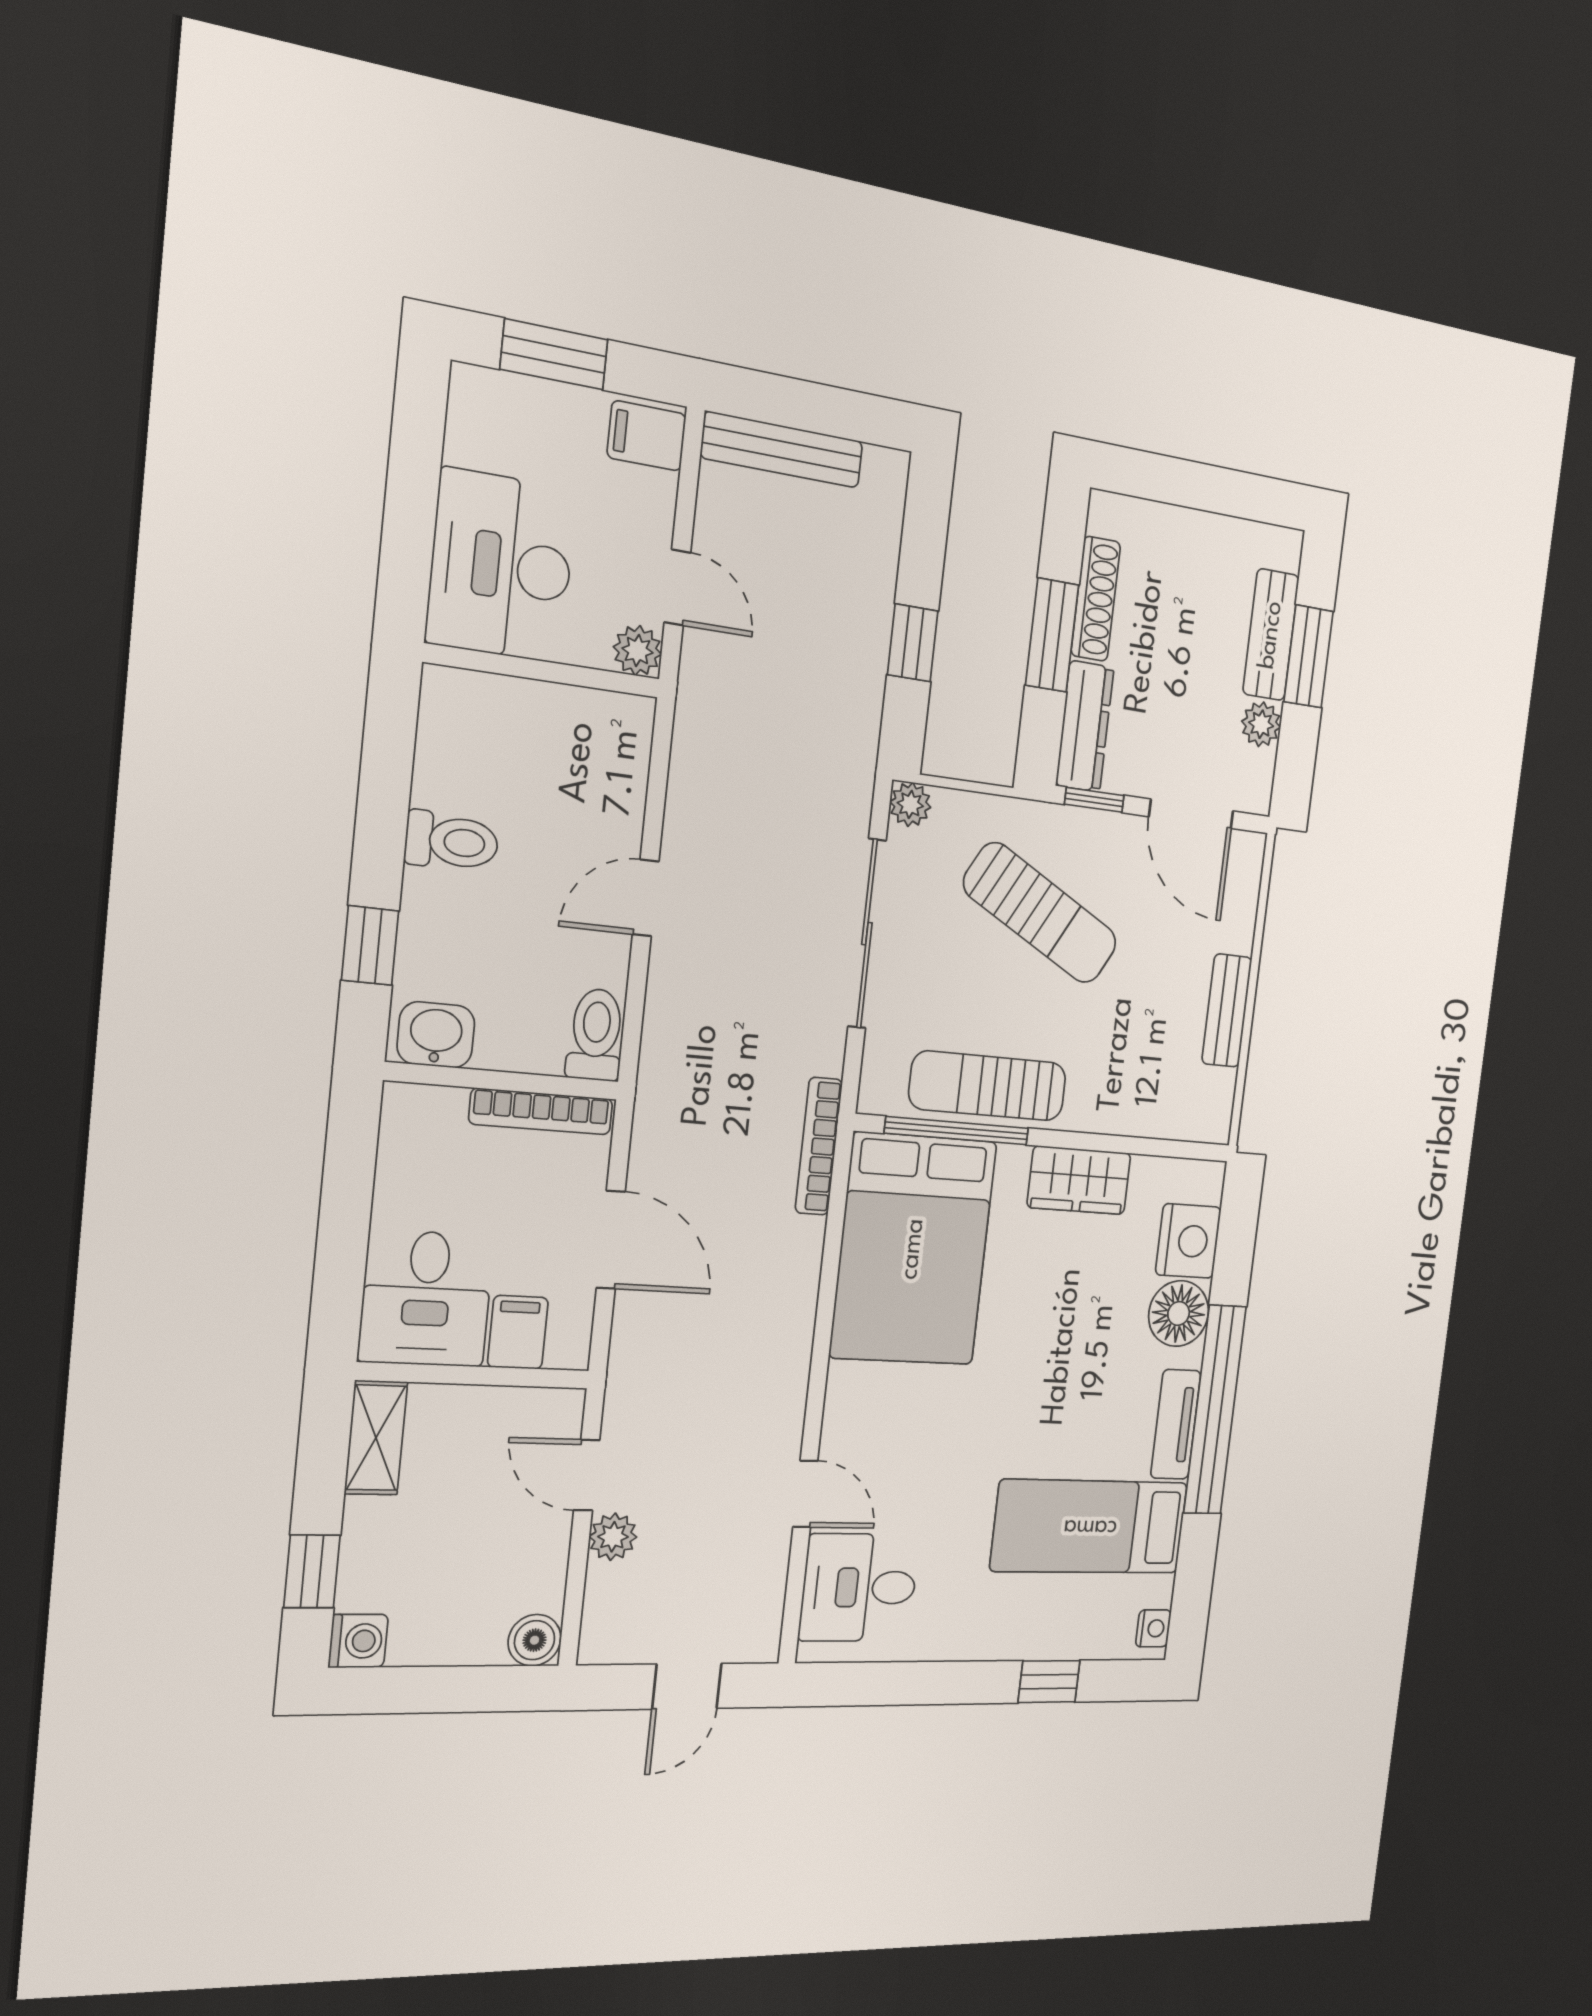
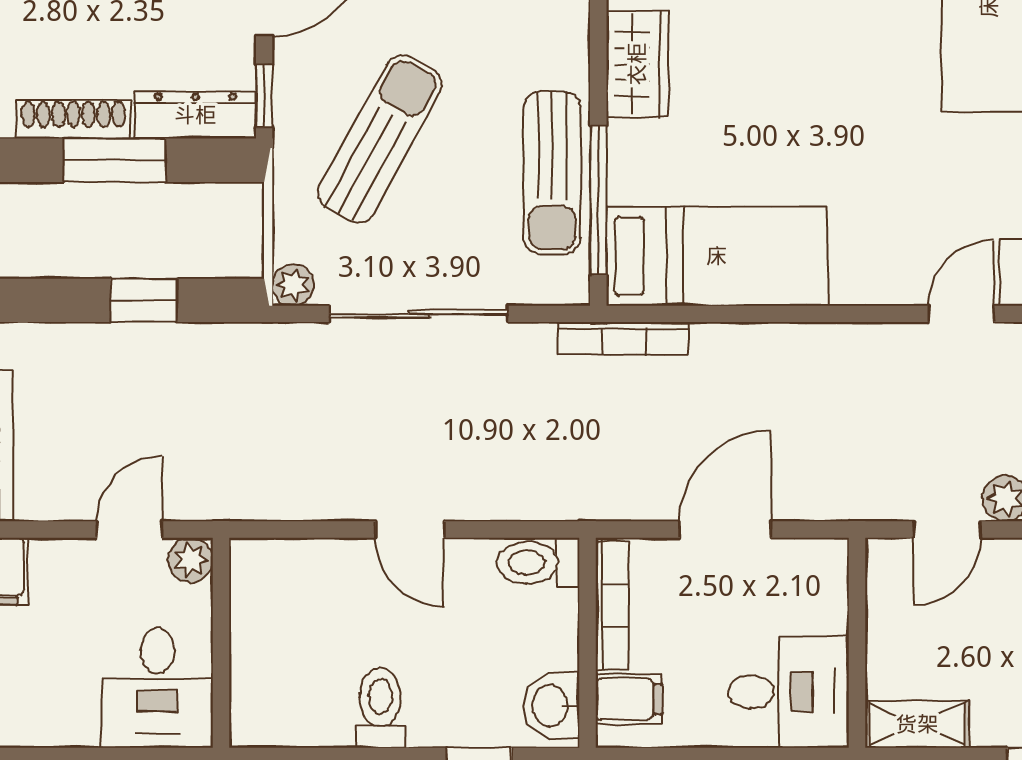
desk: (501, 566) -> (157, 688), width x0.73
bed: (913, 1249) -> (717, 256), width x0.67
filing cabinet: (518, 1332) -> (629, 699), moved, turned 180

